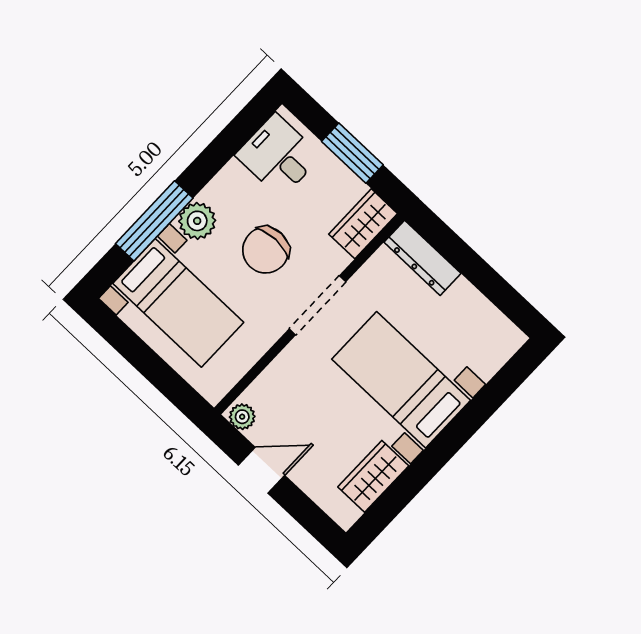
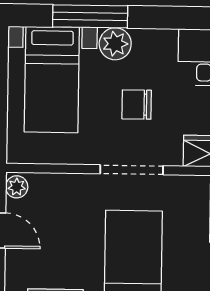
chair: (266, 250) -> (137, 105), width x0.73, depth x0.73

